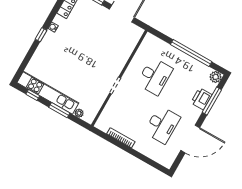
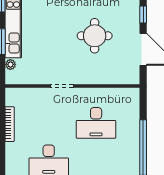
round table: (93, 42) -> (95, 36), added

